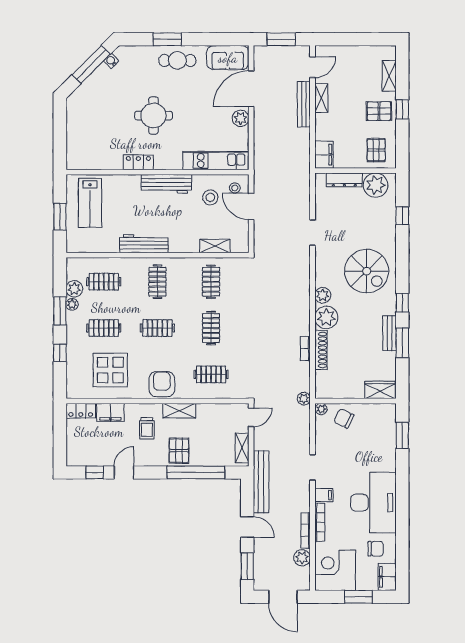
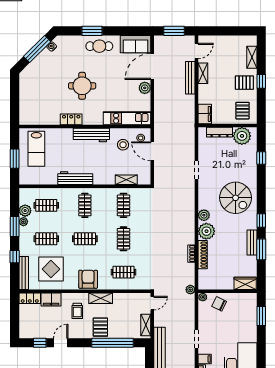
bench: (72, 376) -> (24, 273), added

